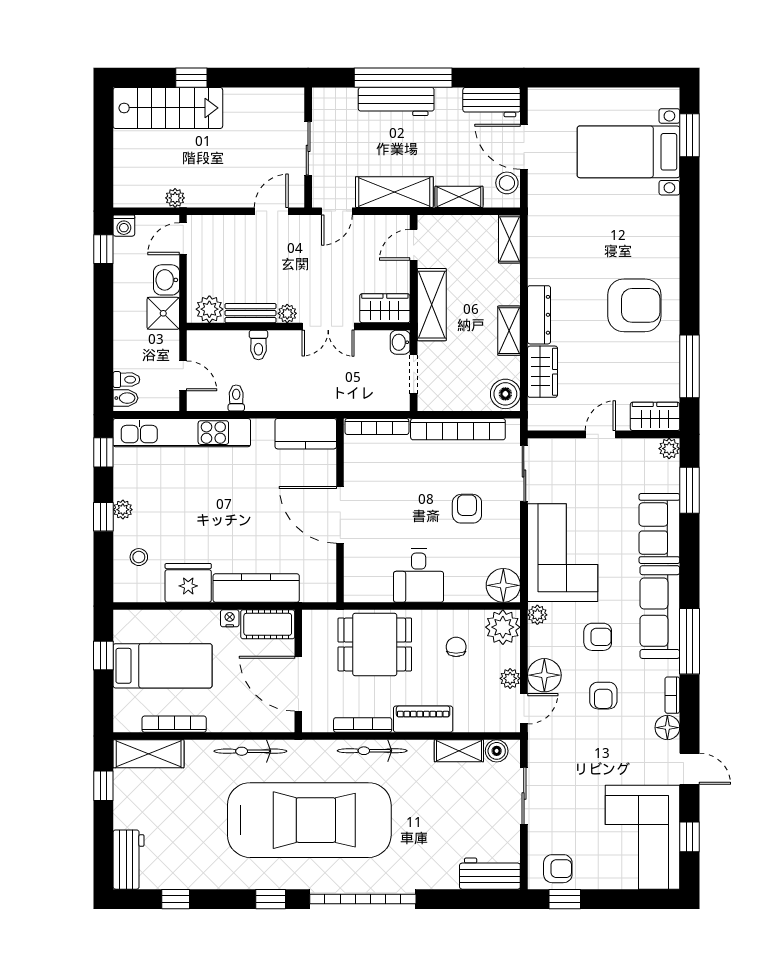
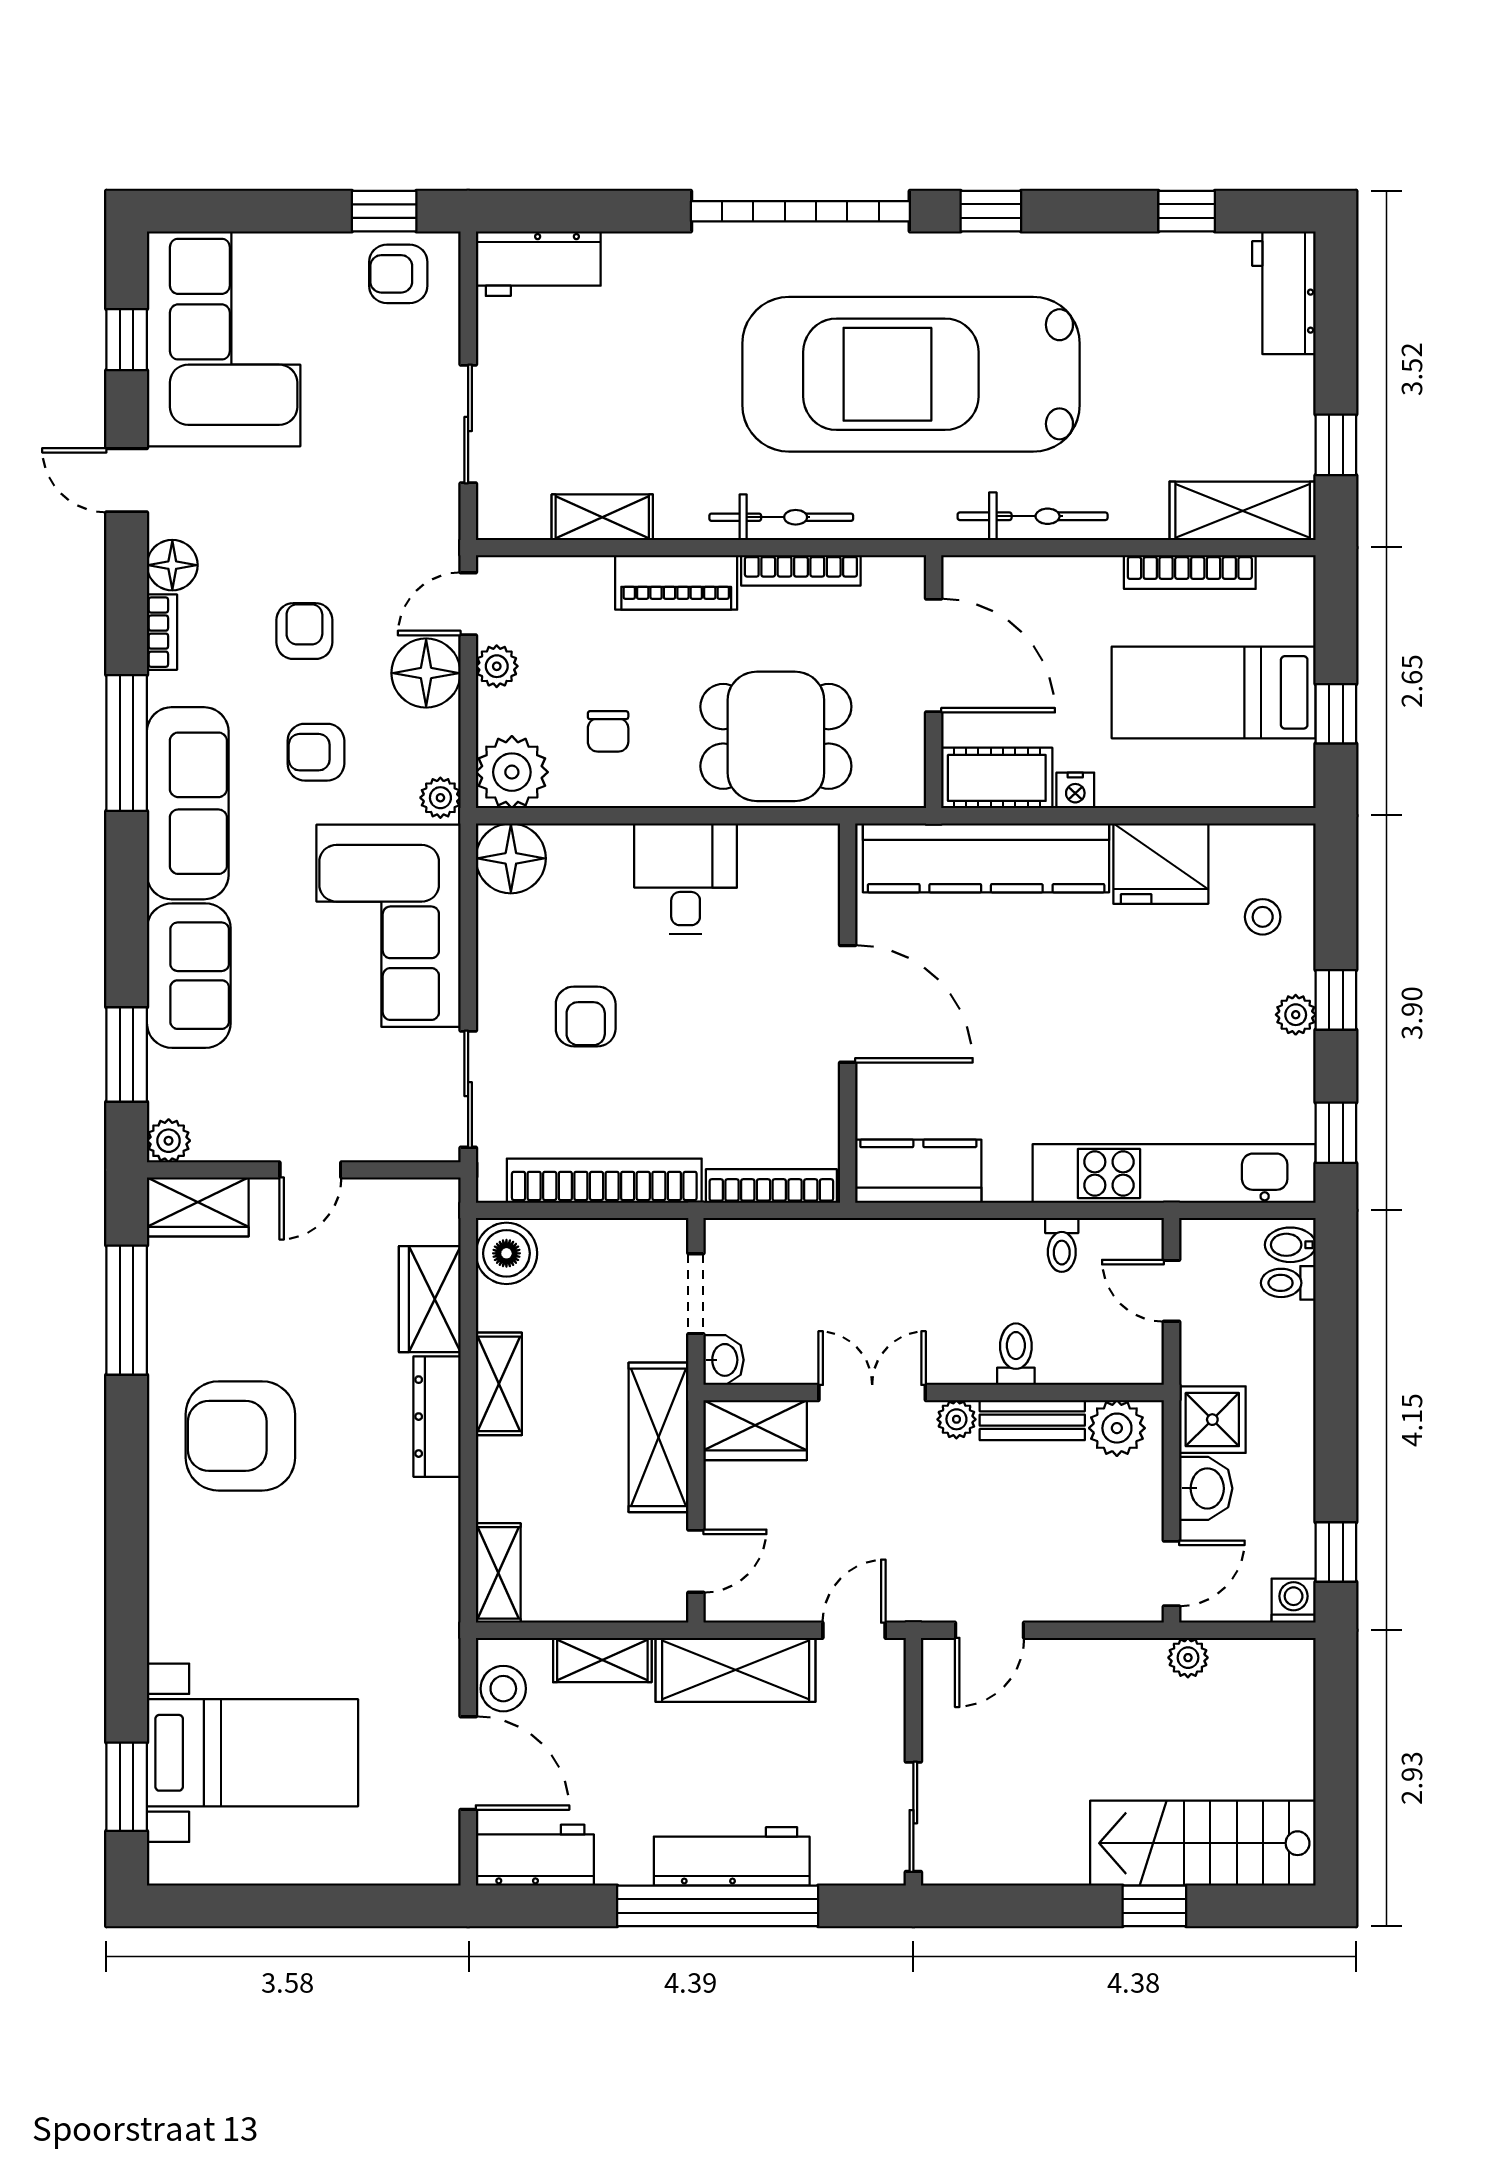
sliding door: (308, 148) -> (913, 1817), moved
kitchen counter: (256, 588) -> (986, 858), width x1.39, depth x1.17
boiler: (497, 751) -> (524, 517), removed

